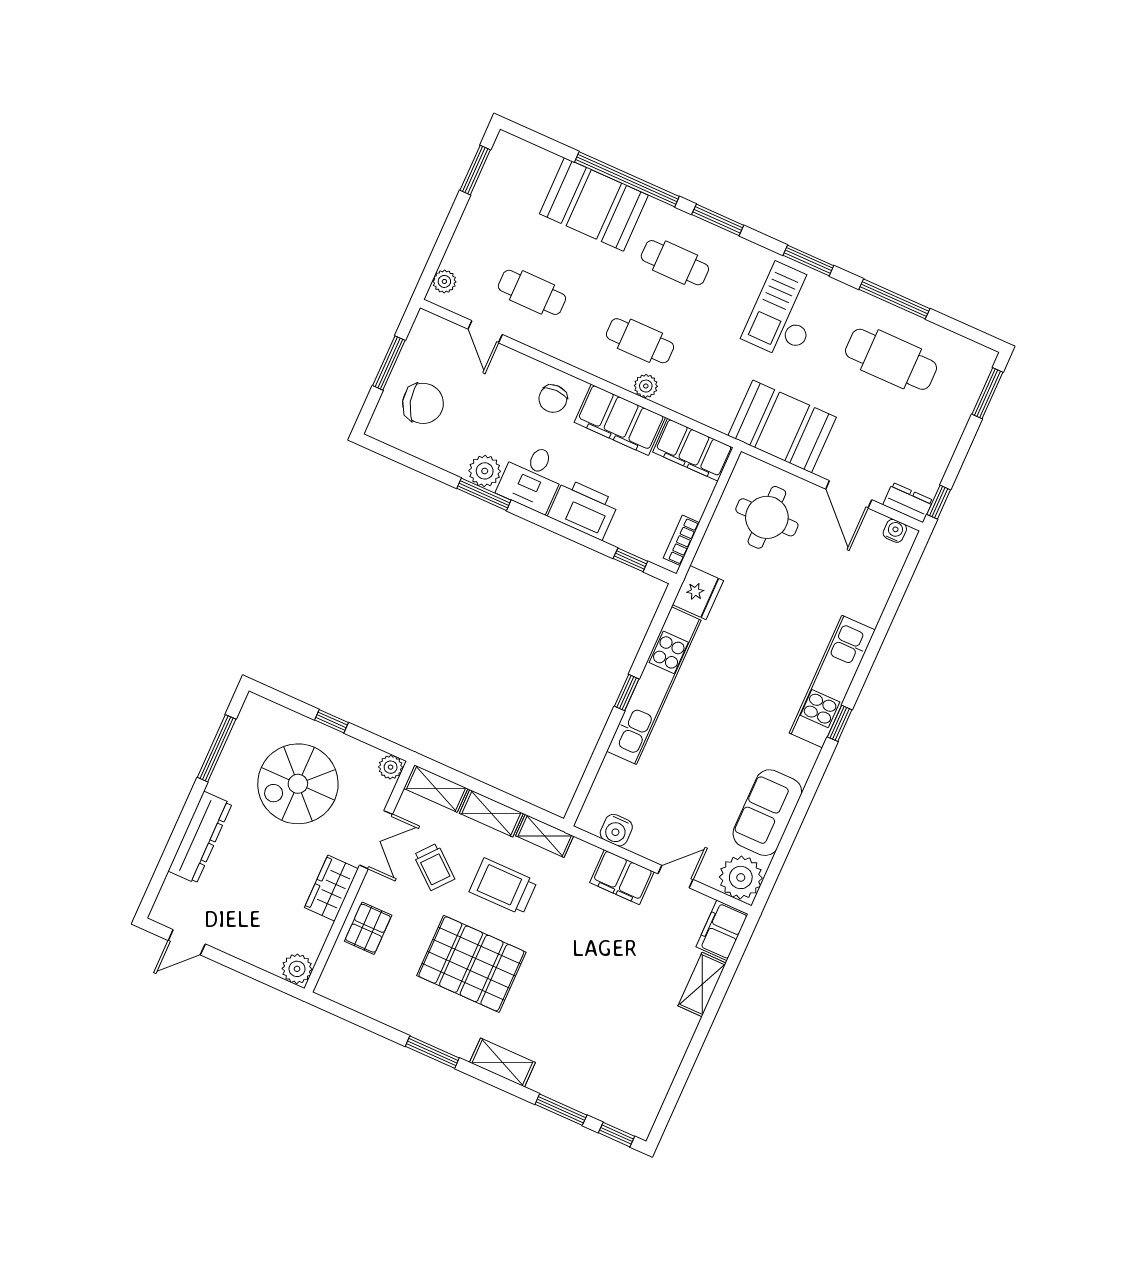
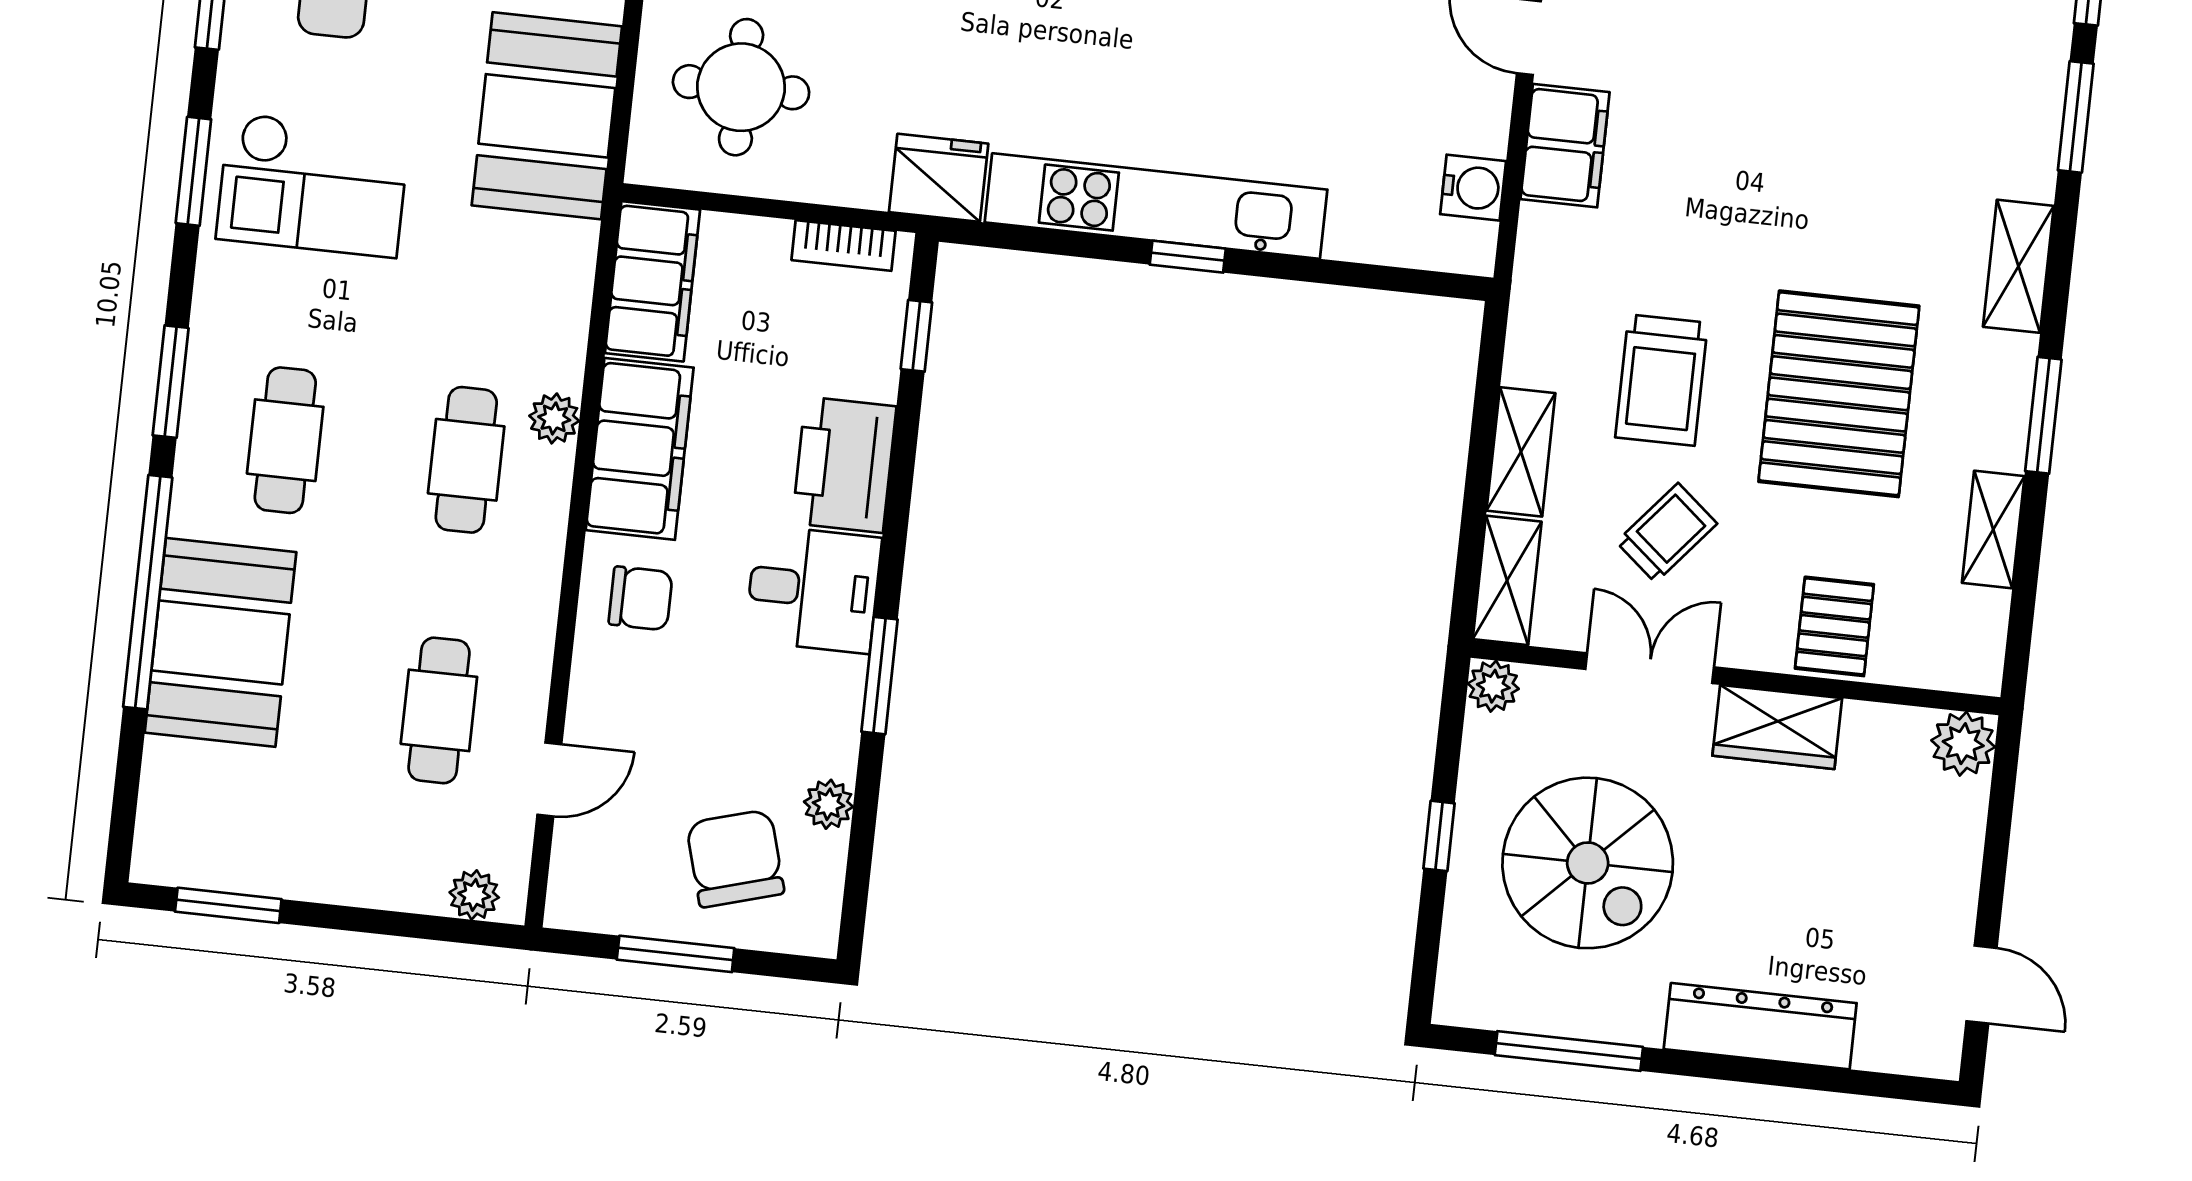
plant: (485, 471) -> (829, 804), moved, width x0.73, depth x0.73
shelving: (545, 836) -> (1993, 530), moved
pallet: (368, 928) -> (1834, 626), turned 90

